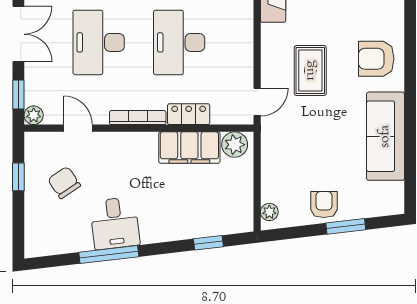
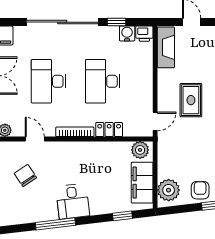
filing cabinet: (189, 148) -> (142, 183), moved, turned 90
plant: (269, 212) -> (169, 190), width x1.88, depth x1.88
desk: (115, 223) -> (73, 201), moved

